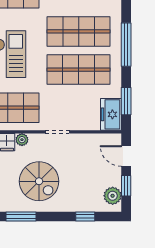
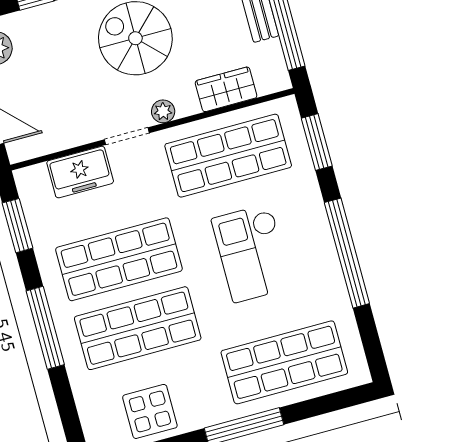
freezer: (111, 114) -> (80, 172), moved, turned 90
plant: (22, 140) -> (163, 111), moved

